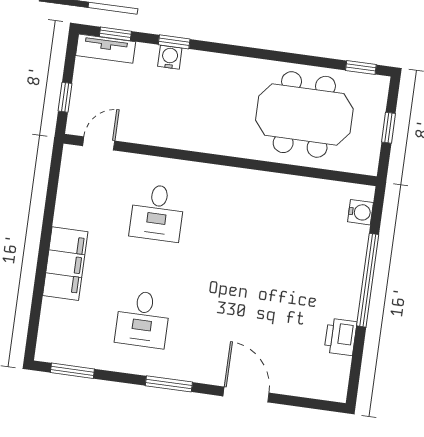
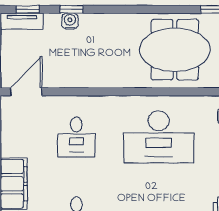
door: (99, 143) -> (26, 92), width x1.38
desk: (267, 228) -> (159, 137), added

